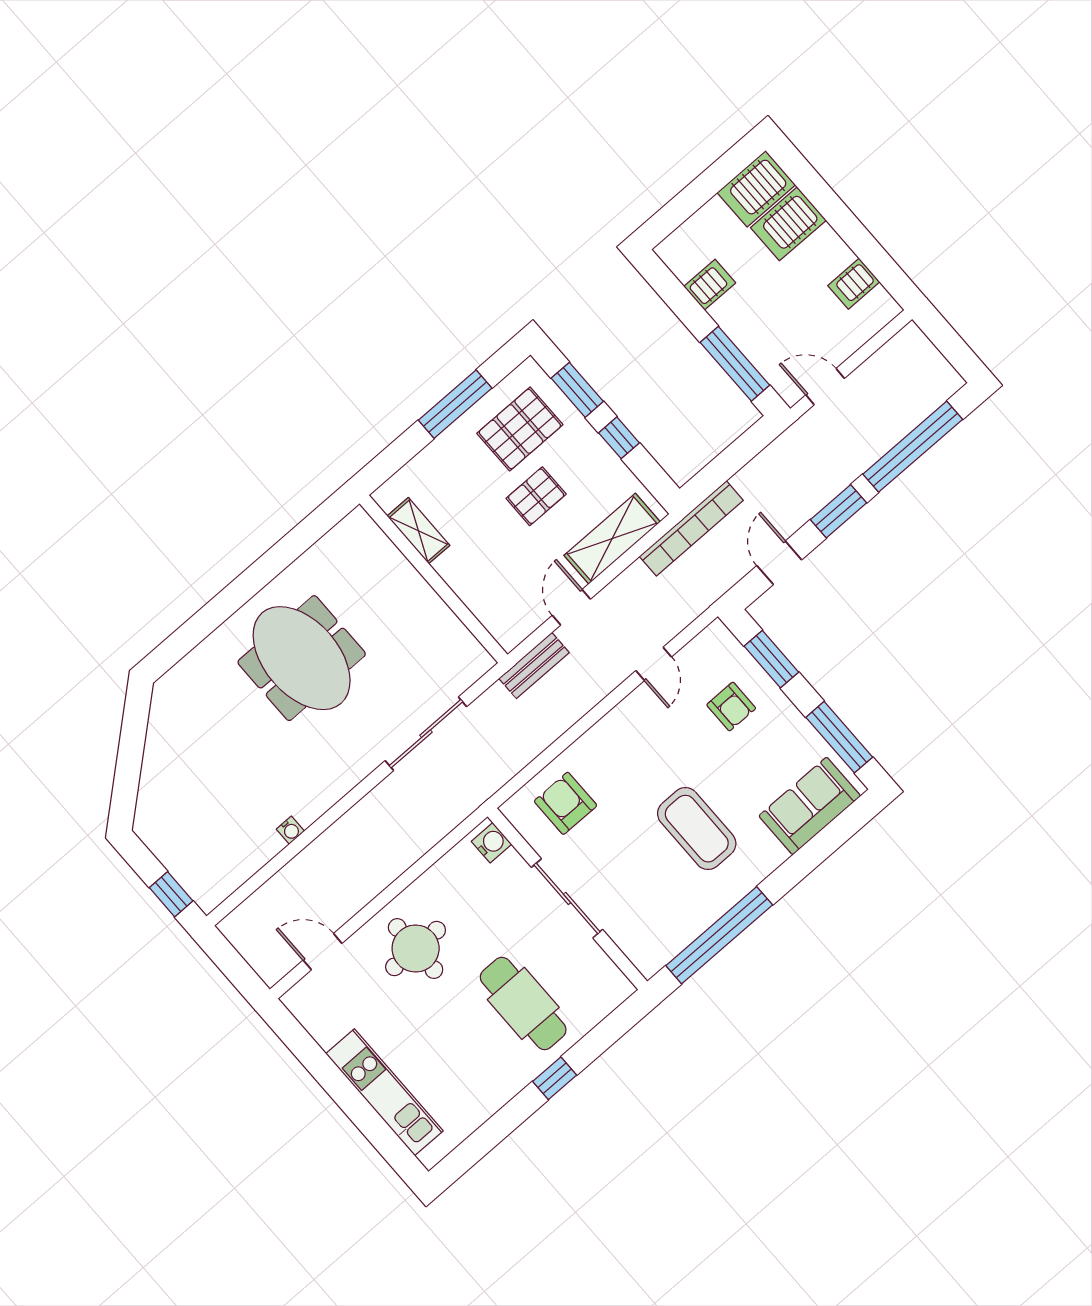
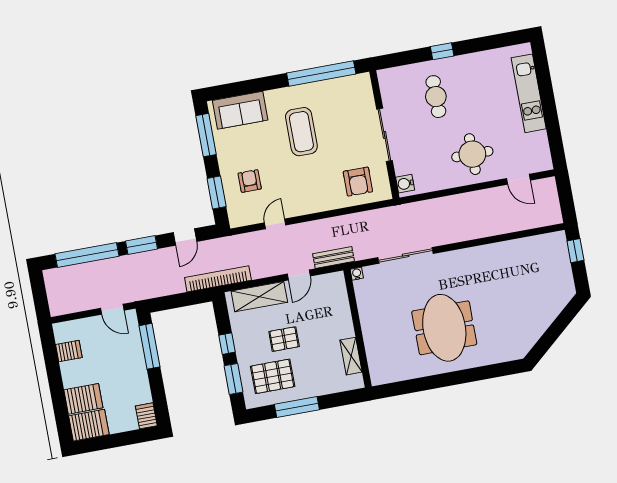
server rack: (710, 285) -> (146, 416), moved, turned 90
water cooler: (290, 830) -> (357, 274), moved
cafe table: (523, 1003) -> (436, 97), width x0.73, depth x0.74

